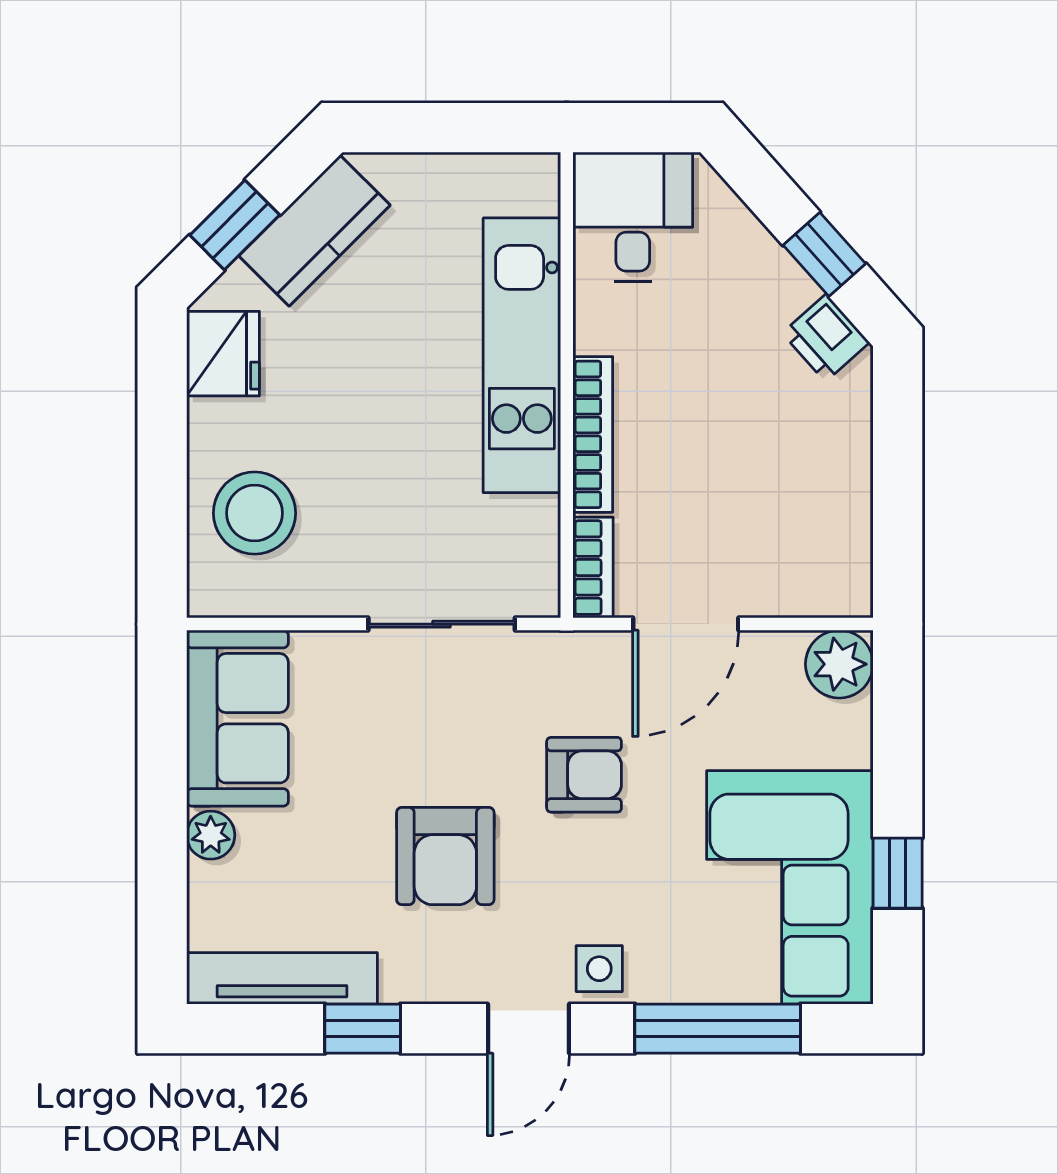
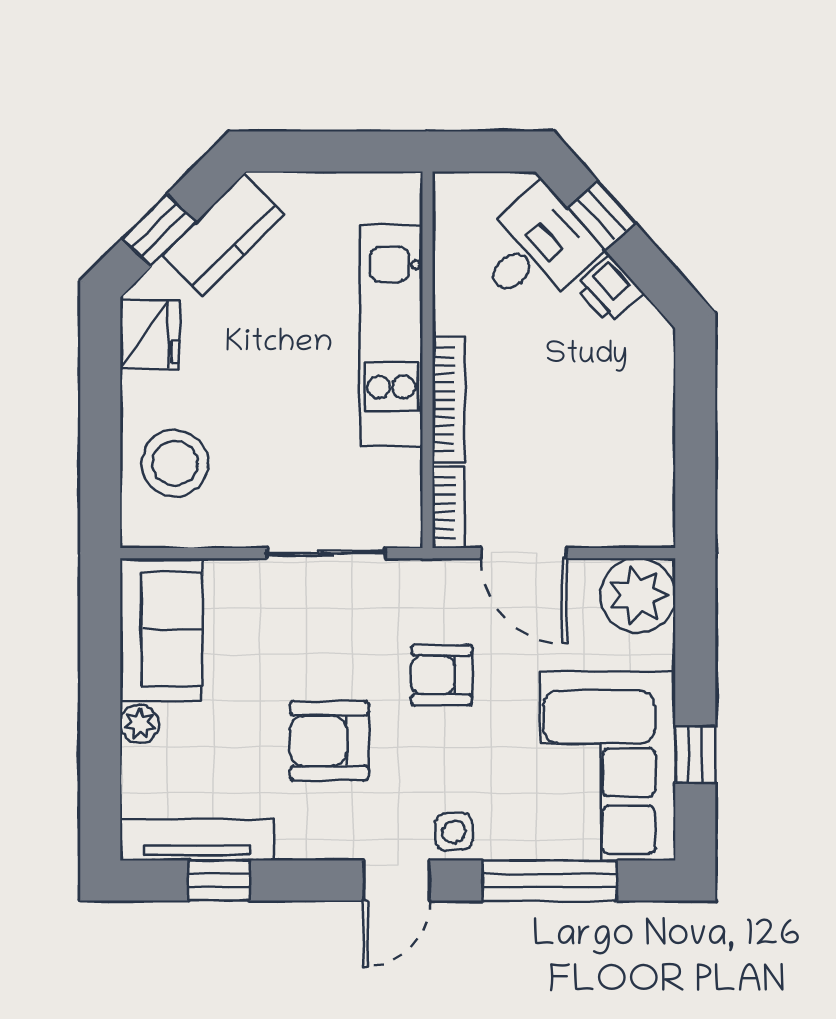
desk: (633, 217) -> (535, 250), moved, turned 48
window: (824, 254) -> (602, 215), moved
printer: (826, 338) -> (609, 290), moved
door: (686, 624) -> (524, 553), hinge flipped
plant: (839, 664) -> (638, 595), width x1.36, depth x1.36
armchair: (584, 775) -> (442, 675), turned 180
armchair: (445, 856) -> (329, 741), turned 90
window: (363, 1029) -> (219, 880), moved

